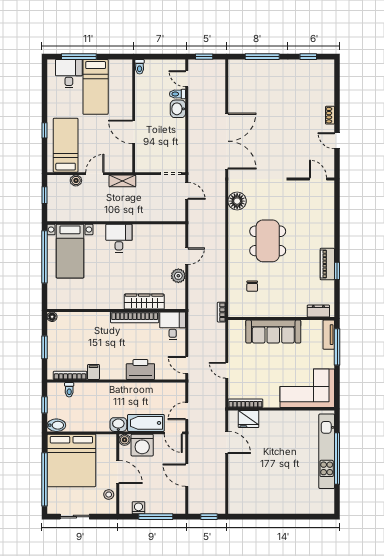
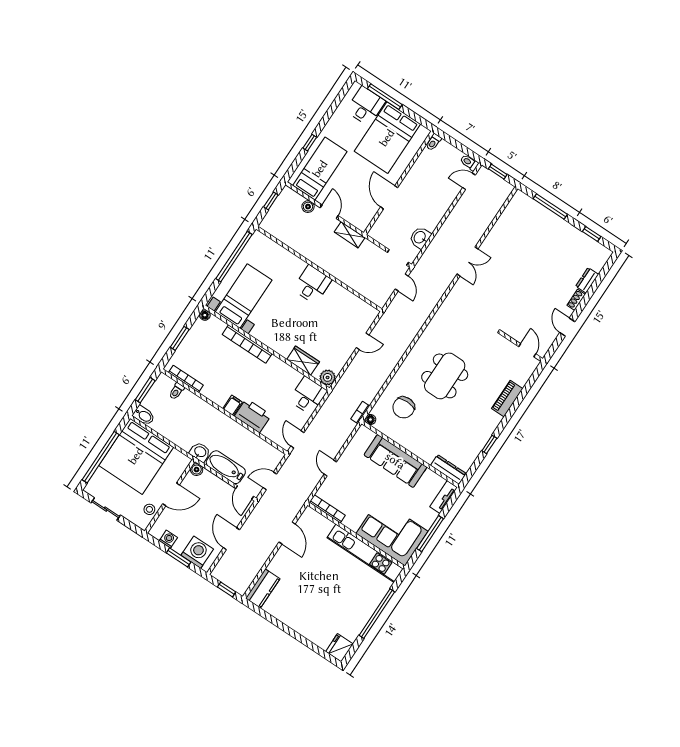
door: (187, 79) -> (469, 181), hinge flipped
bed: (96, 87) -> (387, 138), width x1.50
toilet: (178, 94) -> (469, 163), moved
dresser: (328, 95) -> (587, 280), added
washbasin: (178, 109) -> (420, 237), moved
double door: (227, 141) -> (468, 261), width x0.54
door: (95, 174) -> (329, 212), hinge flipped
floor lamp: (237, 201) -> (370, 420), moved, width x0.53, depth x0.53
bed with nightstands: (70, 251) -> (244, 296), moved, turned 180
piano: (327, 264) -> (507, 399), moved
plant: (178, 276) -> (328, 377), moved
chair: (252, 286) -> (404, 407), width x1.87, depth x1.87
wardrobe: (144, 302) -> (303, 361), width x0.67
dresser: (318, 311) -> (448, 470), width x1.44
bookcase: (135, 317) -> (247, 344), moved
window: (337, 347) -> (430, 534), moved
filing cabinet: (93, 372) -> (233, 405), moved
window: (45, 405) -> (145, 390), width x1.50
fridge: (249, 419) -> (339, 648), moved, turned 90
washing machine: (142, 445) -> (197, 552), moved, turned 180
kitchen unit: (327, 451) -> (365, 553), moved, turned -90
door: (118, 472) -> (171, 494), hinge flipped
kitchen counter: (236, 497) -> (263, 588), added
window: (156, 517) -> (179, 557), width x0.69

